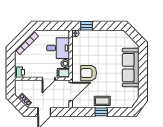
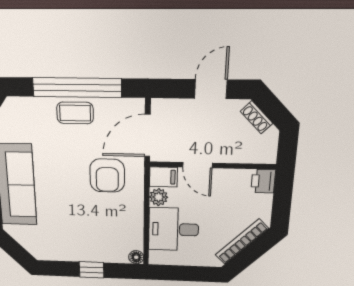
window: (86, 26) -> (91, 270), moved
armchair: (89, 73) -> (107, 176), turned 90
door: (49, 79) -> (197, 165), swing flipped
window: (101, 112) -> (77, 88), width x3.17

